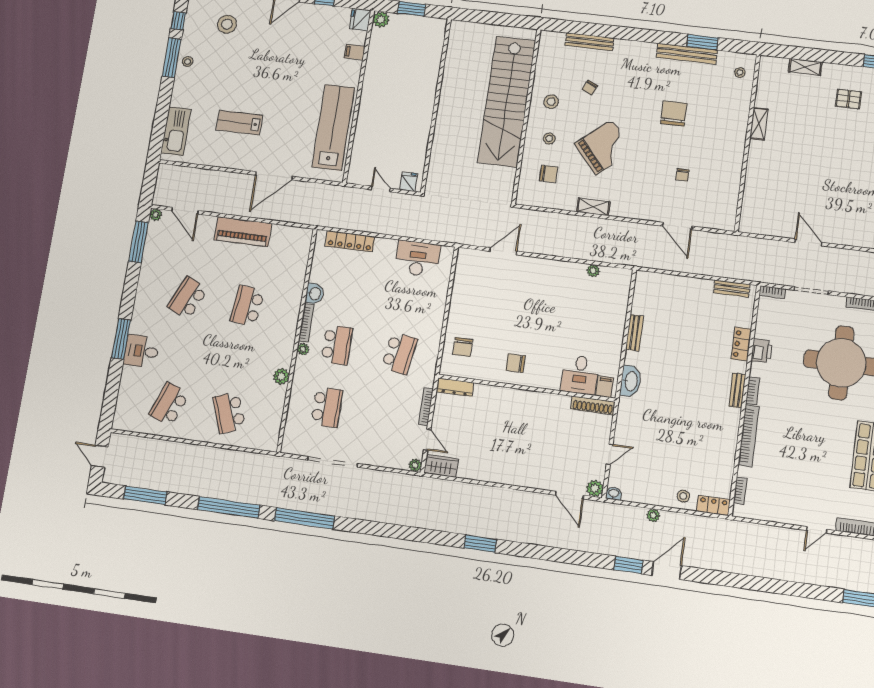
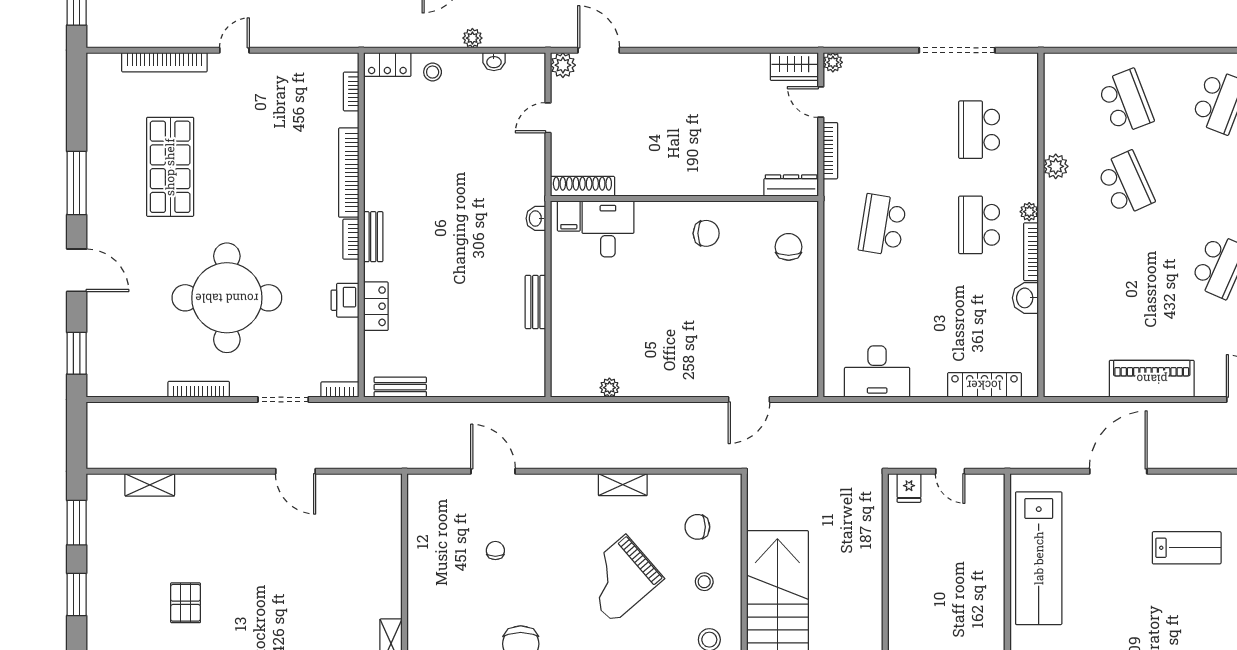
school desk: (247, 306) -> (1126, 184), moved, turned -30
washbasin: (631, 381) -> (536, 218), width x0.52, depth x0.69
washbasin: (614, 493) -> (494, 62), moved

